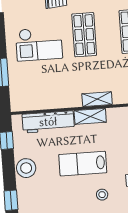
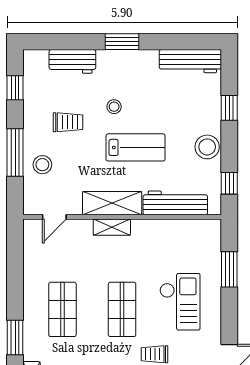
checkout: (39, 44) -> (180, 302), turned 90
shelving: (90, 116) -> (112, 203), width x1.50, depth x1.33

